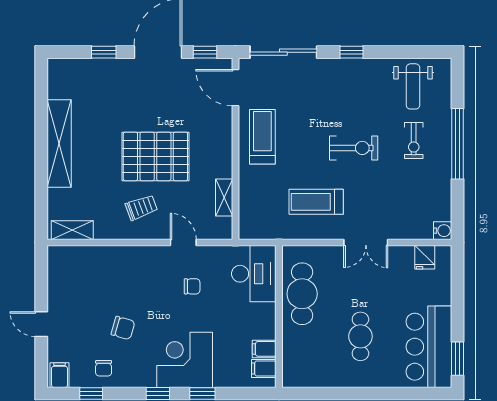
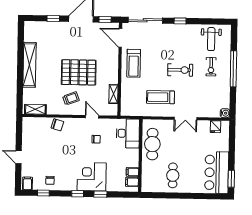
treadmill: (262, 137) -> (134, 63), turned 180
chair: (123, 328) -> (57, 125), moved
cafe table: (360, 336) -> (173, 175), moved

